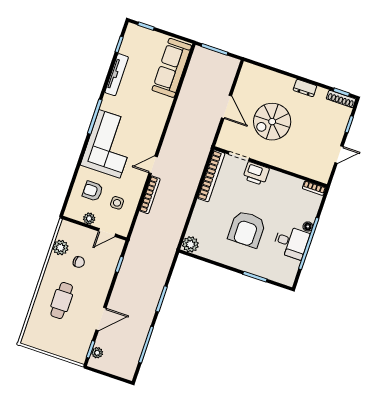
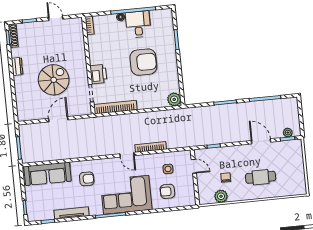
armchair: (147, 108) -> (87, 179), added
spiral stairs: (272, 122) -> (54, 80), turned -90
armchair: (93, 191) -> (167, 191), turned 90
plant: (89, 219) -> (189, 185), removed

